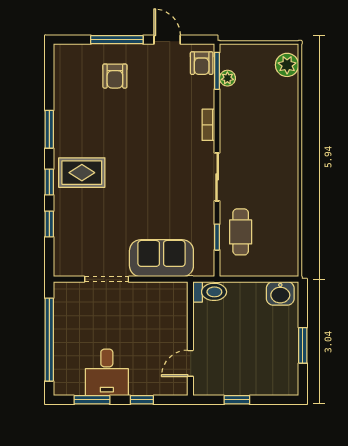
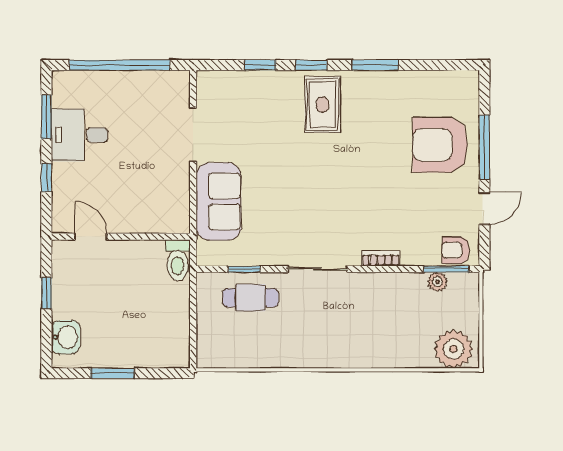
plant: (287, 65) -> (454, 349), width x1.36, depth x1.36
armchair: (115, 76) -> (440, 145), width x1.88, depth x1.88
washbasin: (280, 293) -> (66, 337), moved, turned 180

